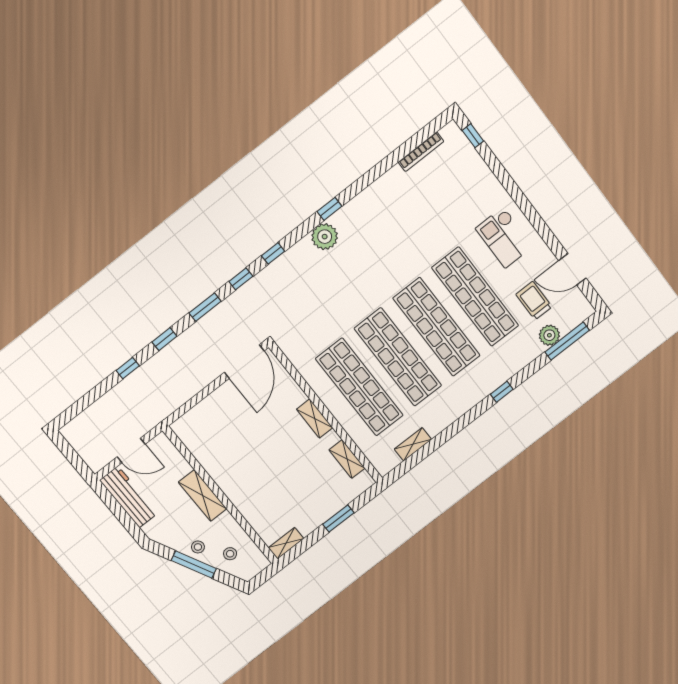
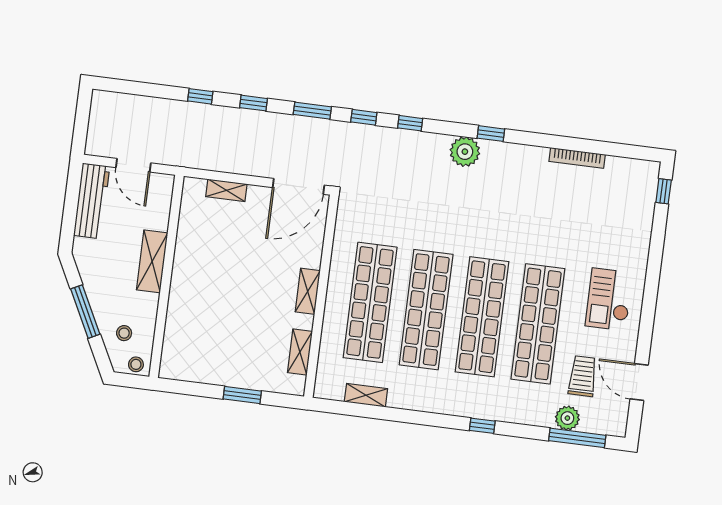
bookcase: (421, 152) -> (577, 158), moved
shelving: (286, 543) -> (226, 190), moved
stool: (198, 547) -> (136, 364), moved

